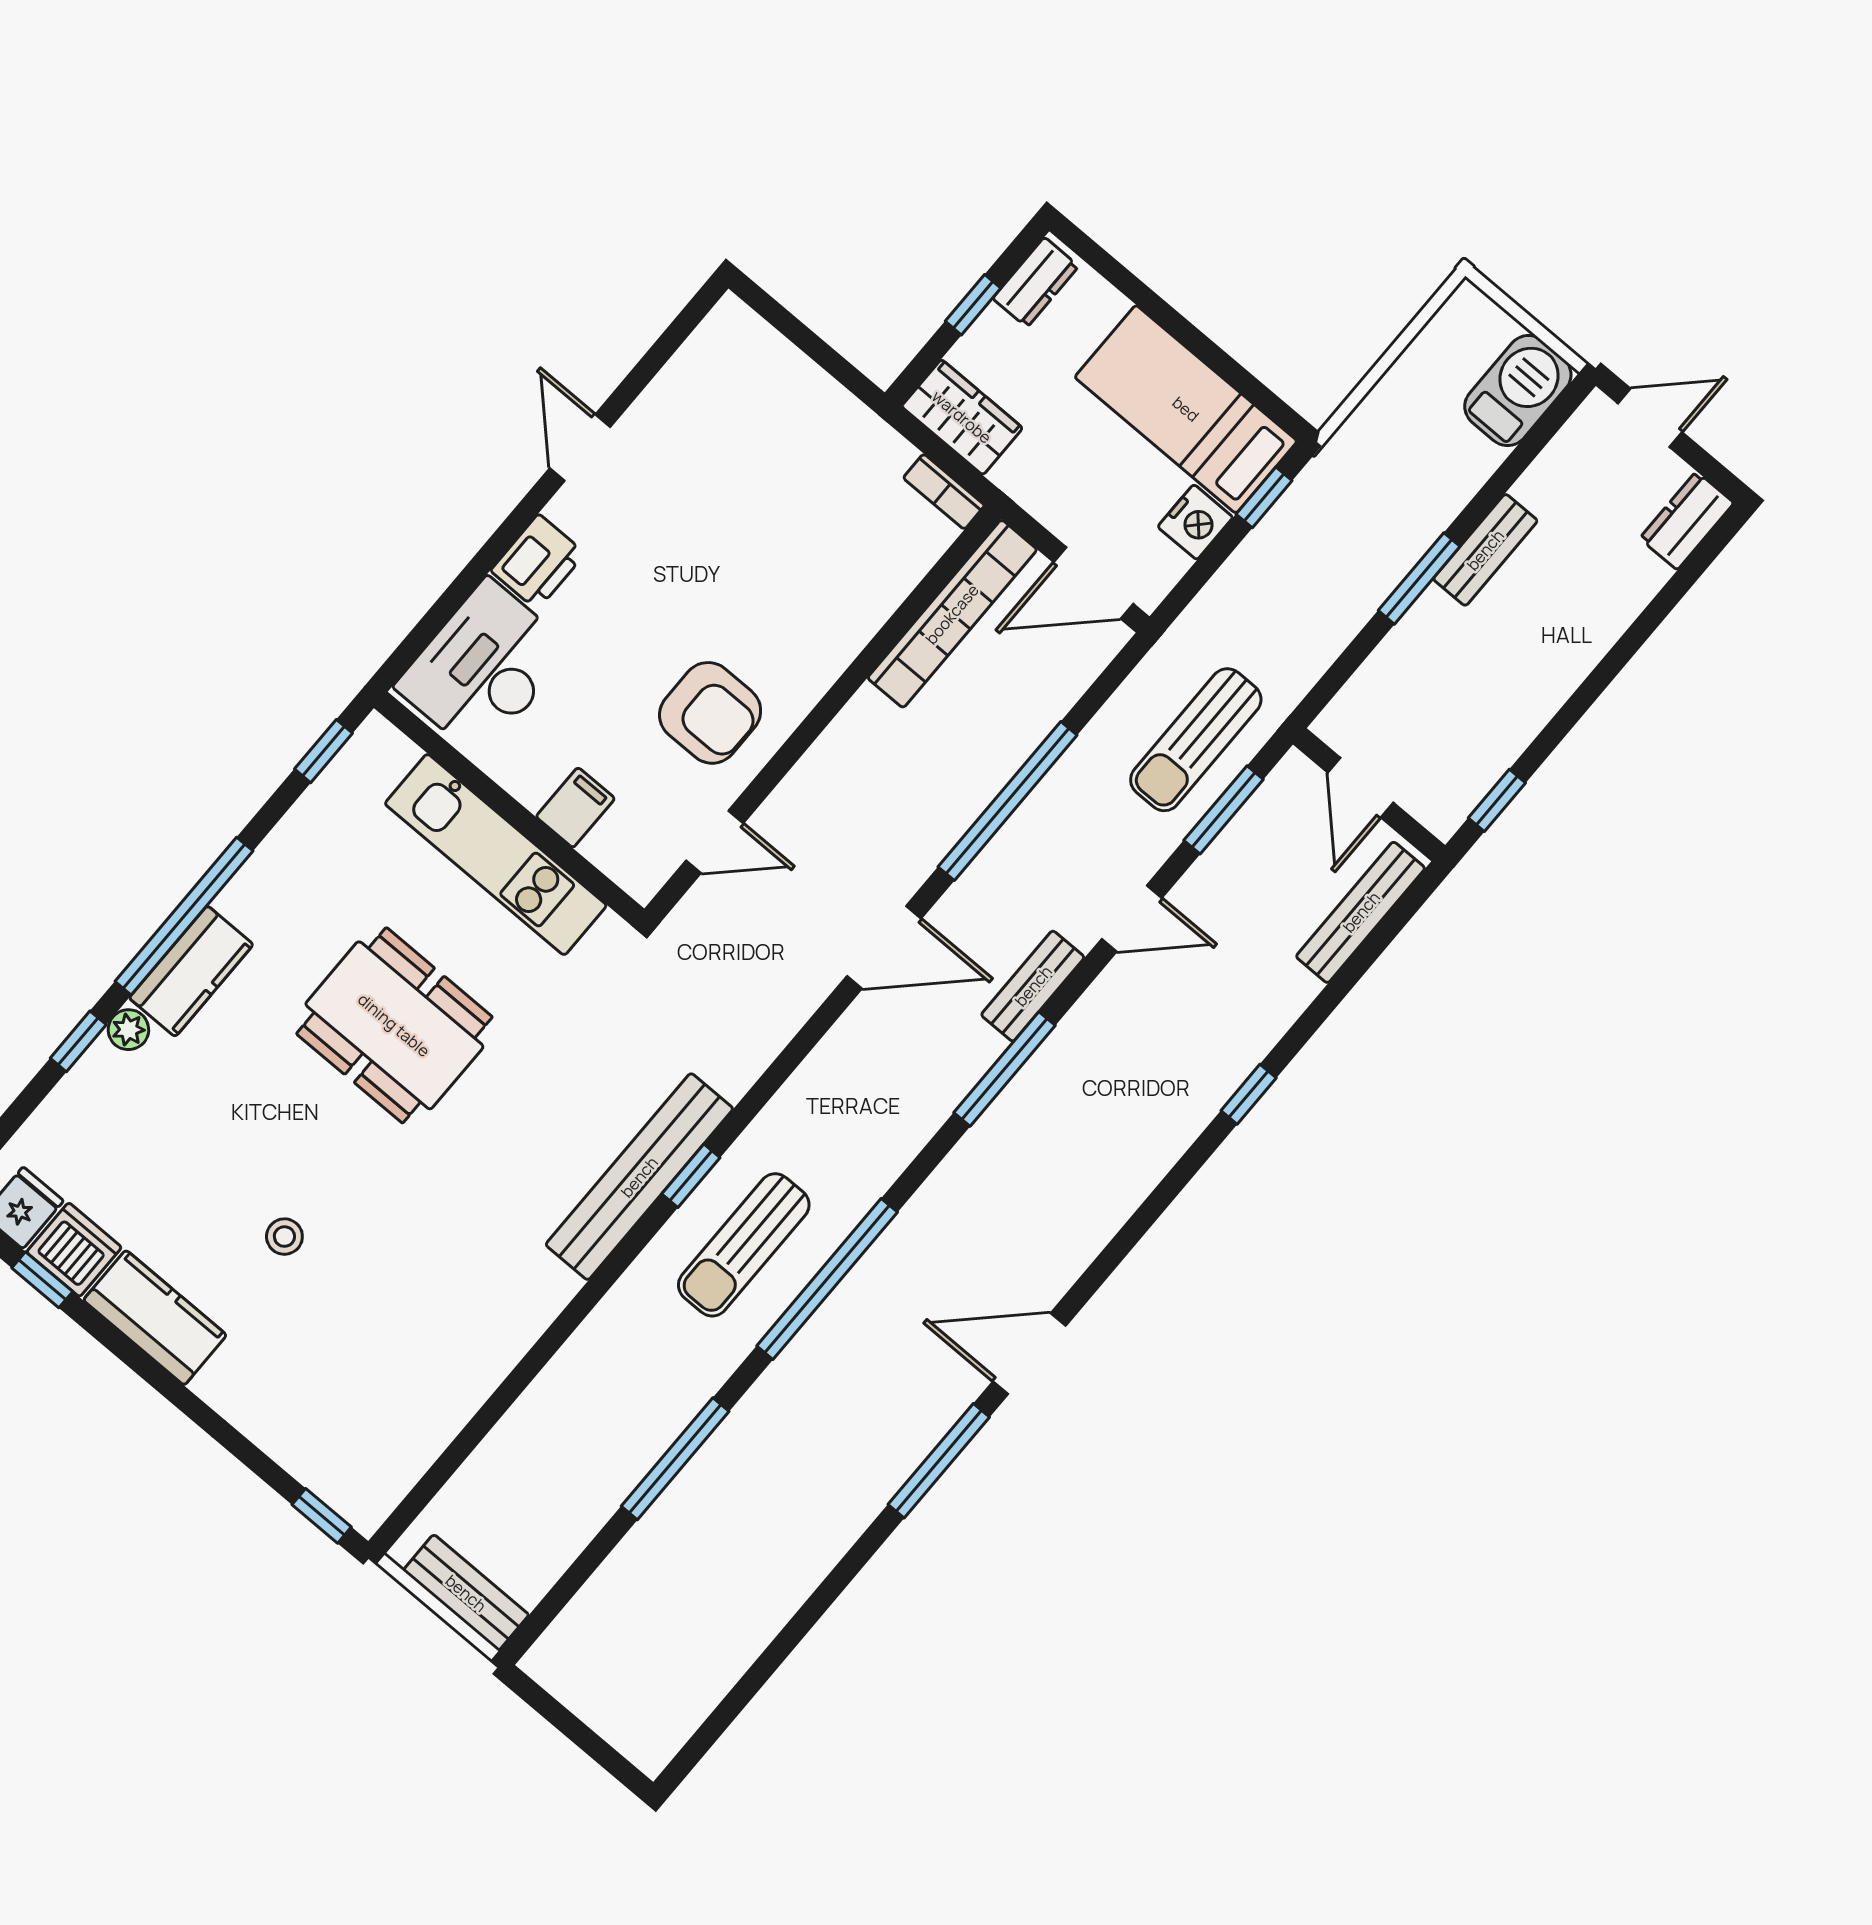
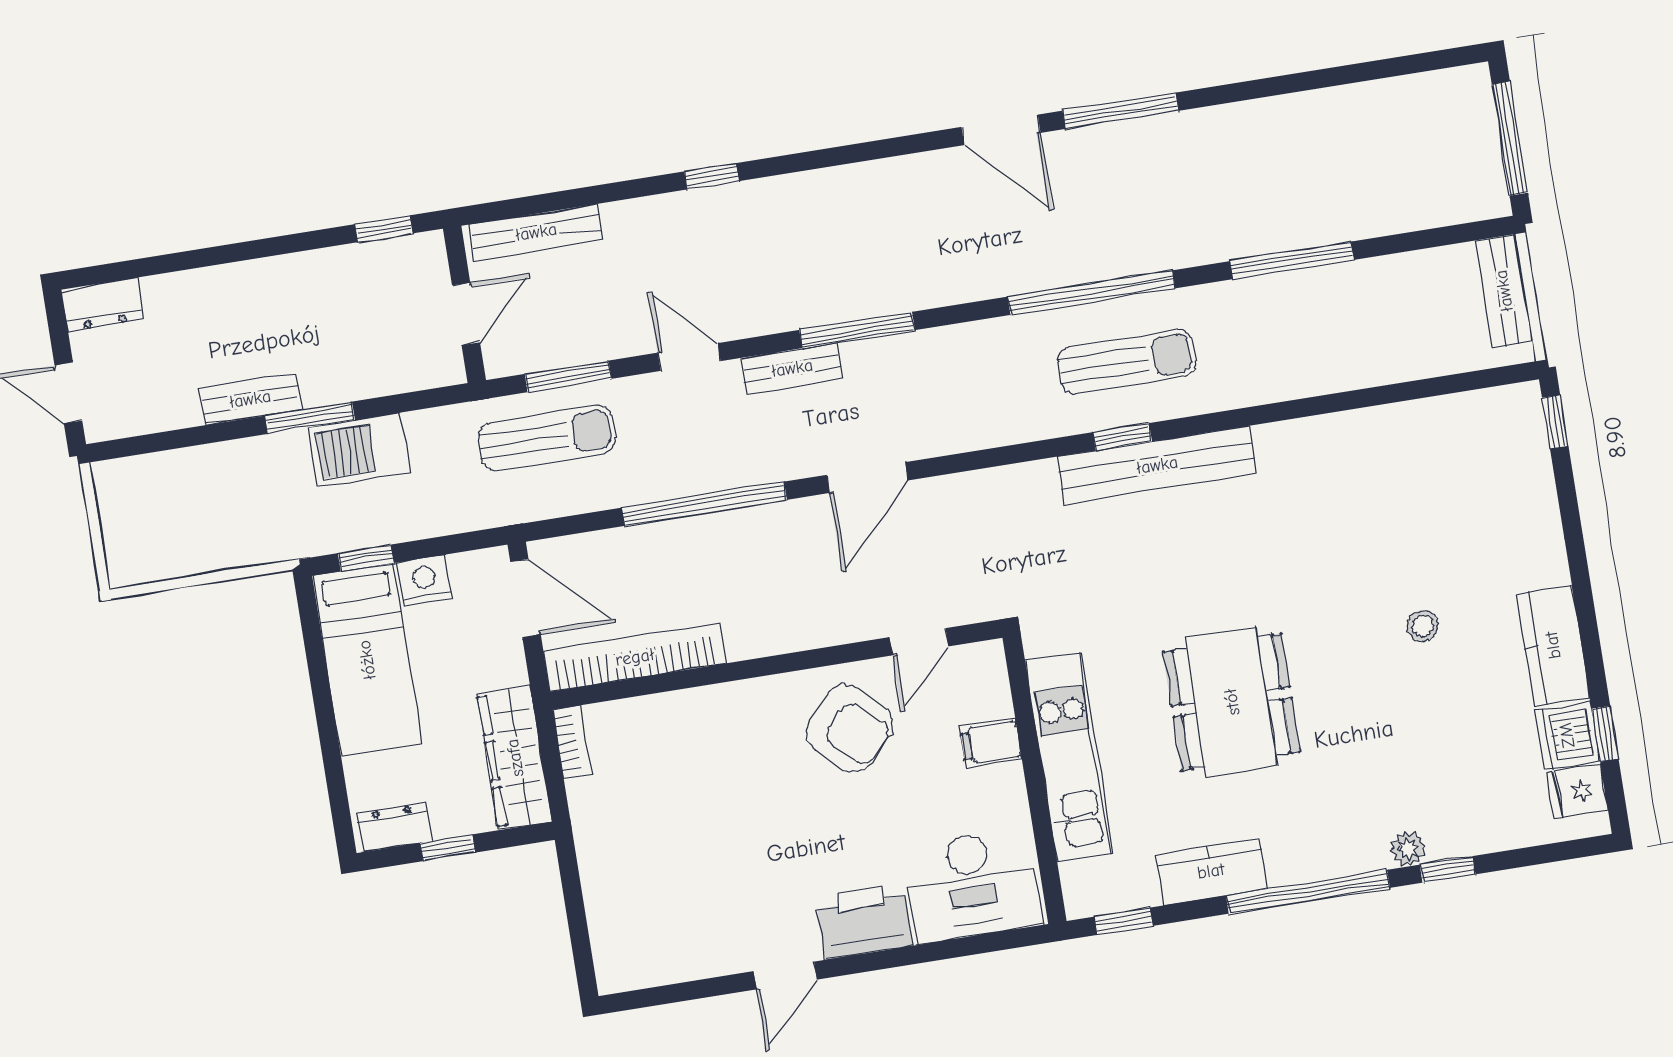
barbecue: (1518, 391) -> (359, 450), moved
wardrobe: (962, 417) -> (515, 758), width x1.50
printer: (538, 562) -> (864, 921), width x1.37, depth x1.19
armchair: (710, 713) -> (849, 729), turned 133
door: (715, 842) -> (919, 642), swing flipped
door: (884, 947) -> (867, 478), swing flipped
kitchen counter: (191, 971) -> (1211, 871), moved
window: (576, 1731) -> (1510, 138), added

